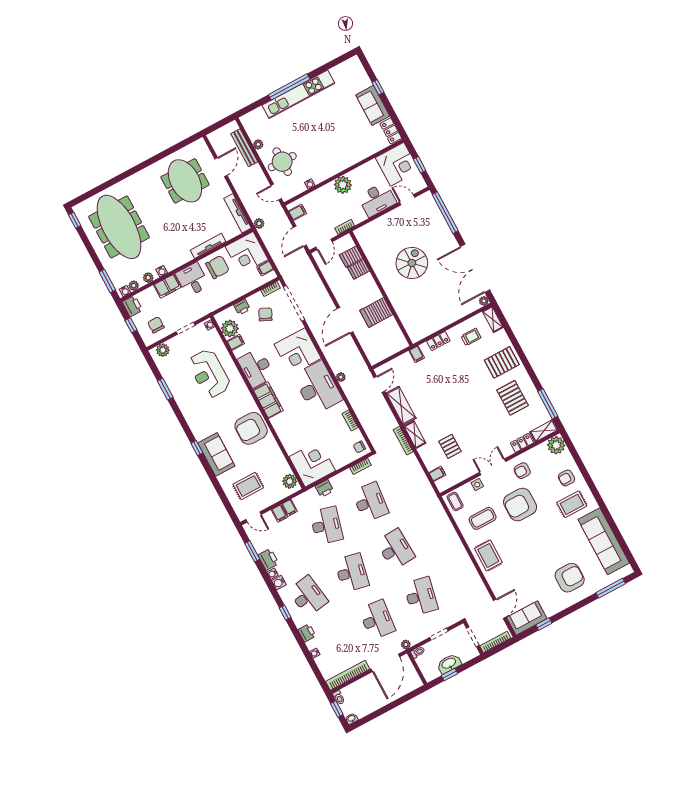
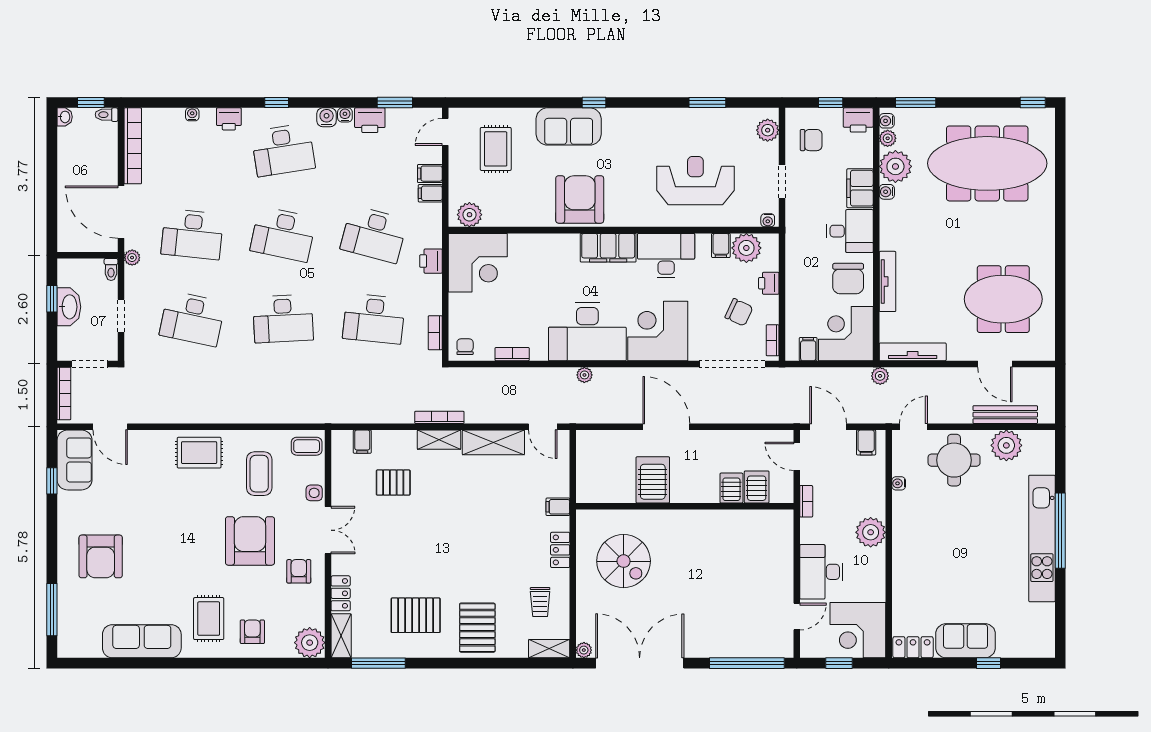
plant: (258, 144) -> (1006, 445), width x1.88, depth x1.88
spiral stairs: (412, 263) -> (624, 561), moved
plant: (148, 278) -> (895, 166), width x1.87, depth x1.87
sofa: (604, 541) -> (142, 641), width x0.74, depth x0.79

